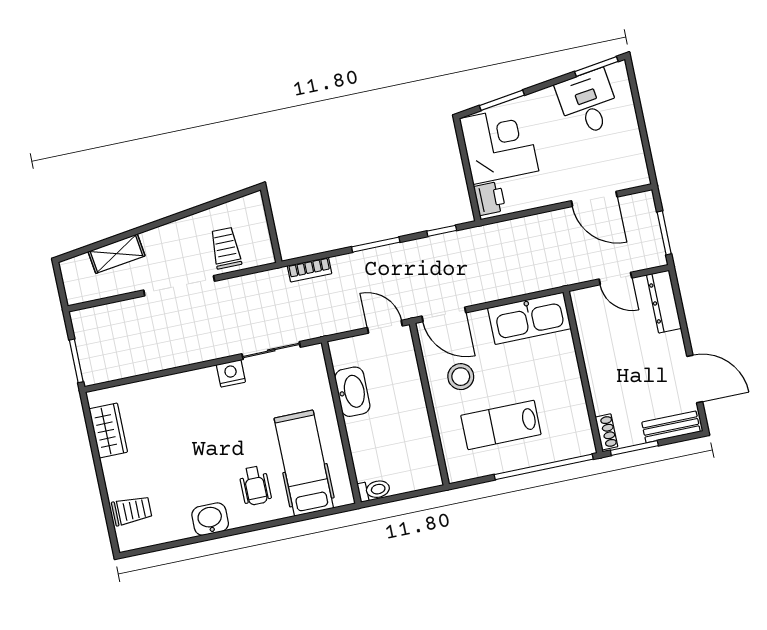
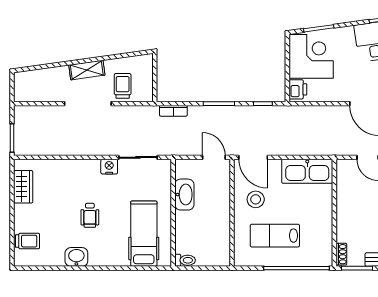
shelving: (117, 254) -> (87, 70), moved
wheelchair: (255, 486) -> (90, 215), moved

